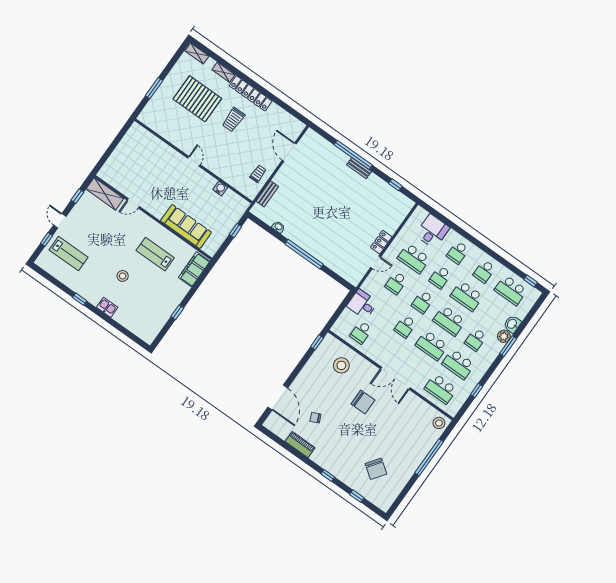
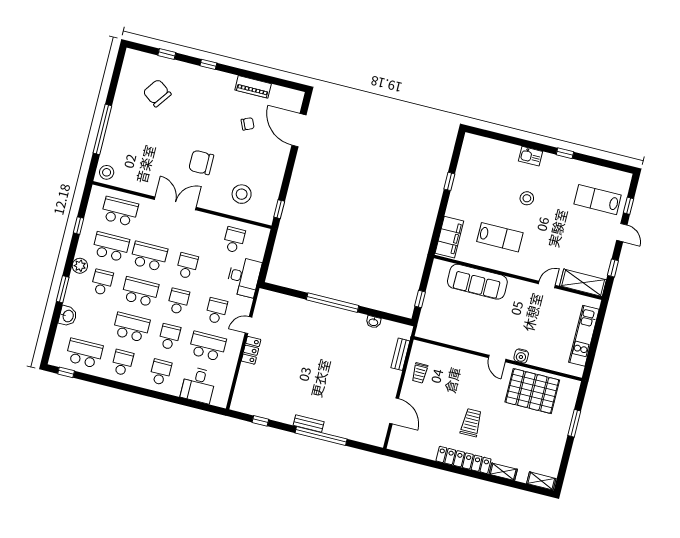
pallet: (197, 99) -> (532, 391), moved
kitchen unit: (120, 153) -> (584, 336), added
water cooler: (220, 188) -> (521, 356), moved
desk: (362, 304) -> (244, 277), width x1.37
plant: (504, 336) -> (80, 266), moved

